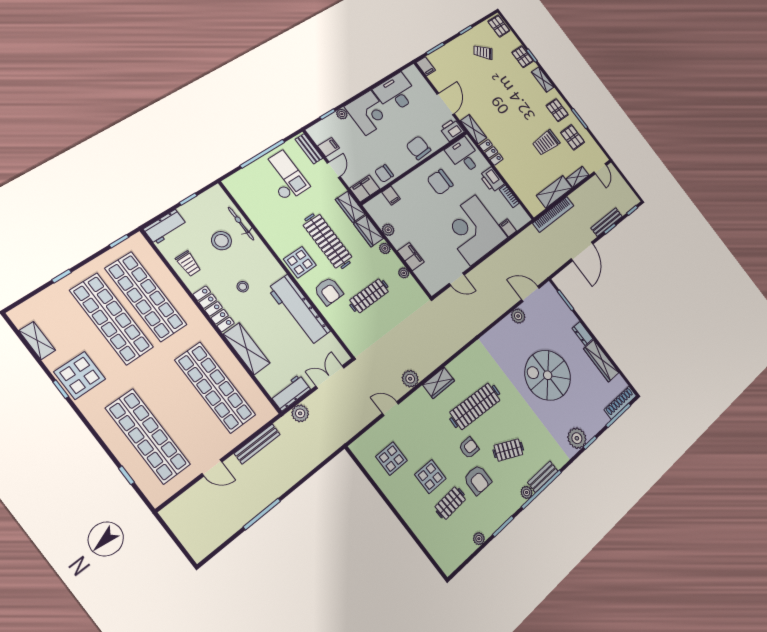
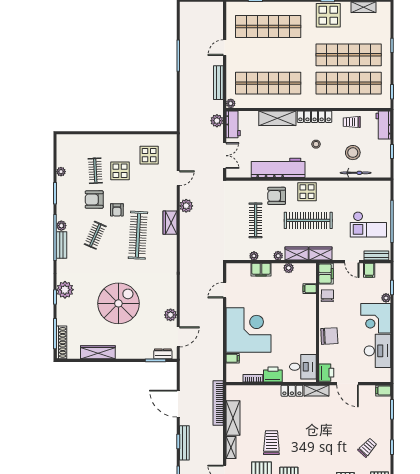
chair: (440, 182) -> (296, 333), removed
dresser: (582, 333) -> (163, 354), moved
plant: (270, 413) -> (231, 103), added

